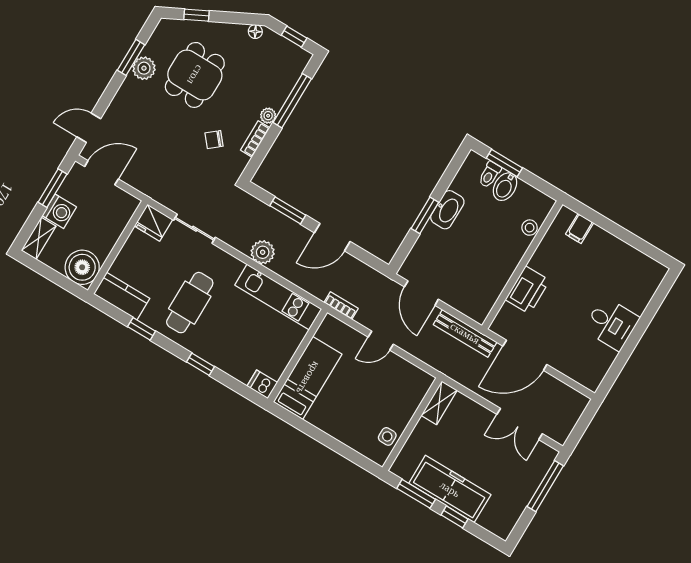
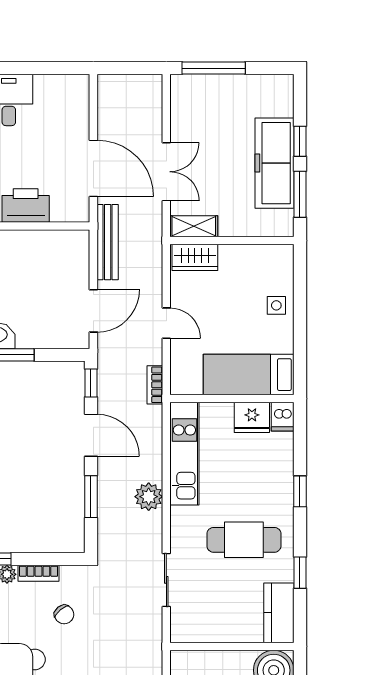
fridge: (153, 223) -> (252, 417), moved, turned 90
window: (370, 260) -> (91, 383), added
wardrobe: (416, 390) -> (195, 257), added
double door: (520, 424) -> (166, 172), moved
side table: (387, 436) -> (276, 305), moved

